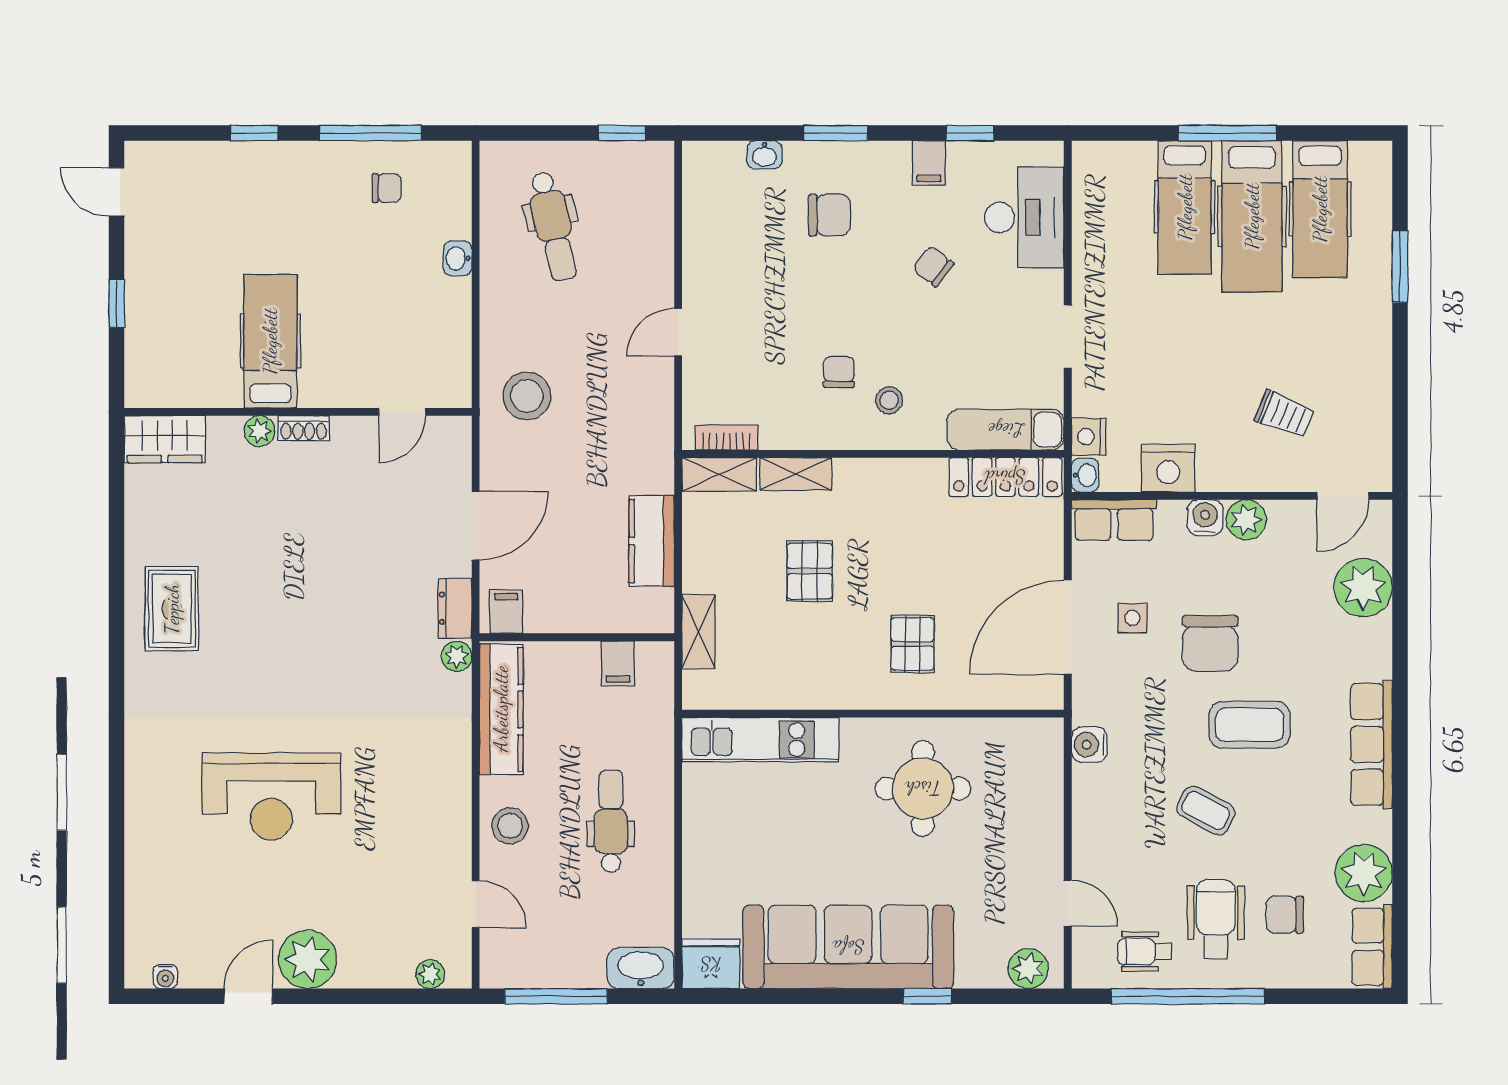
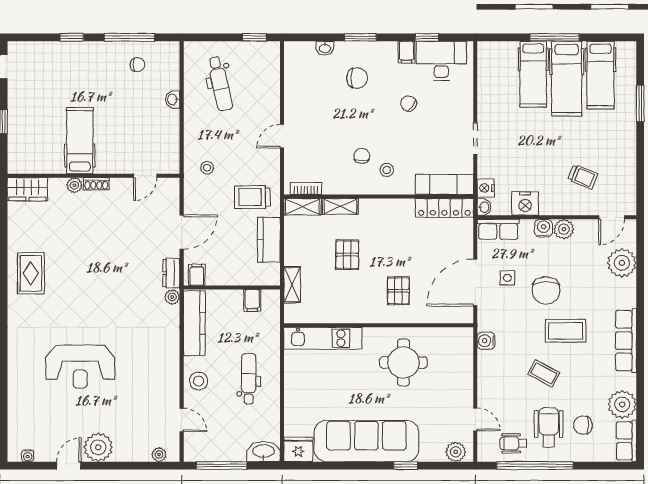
desk: (1024, 218) -> (441, 61), moved, turned -90
stool: (527, 396) -> (207, 168), width x0.53, depth x0.53
trolley: (618, 455) -> (252, 197), added

